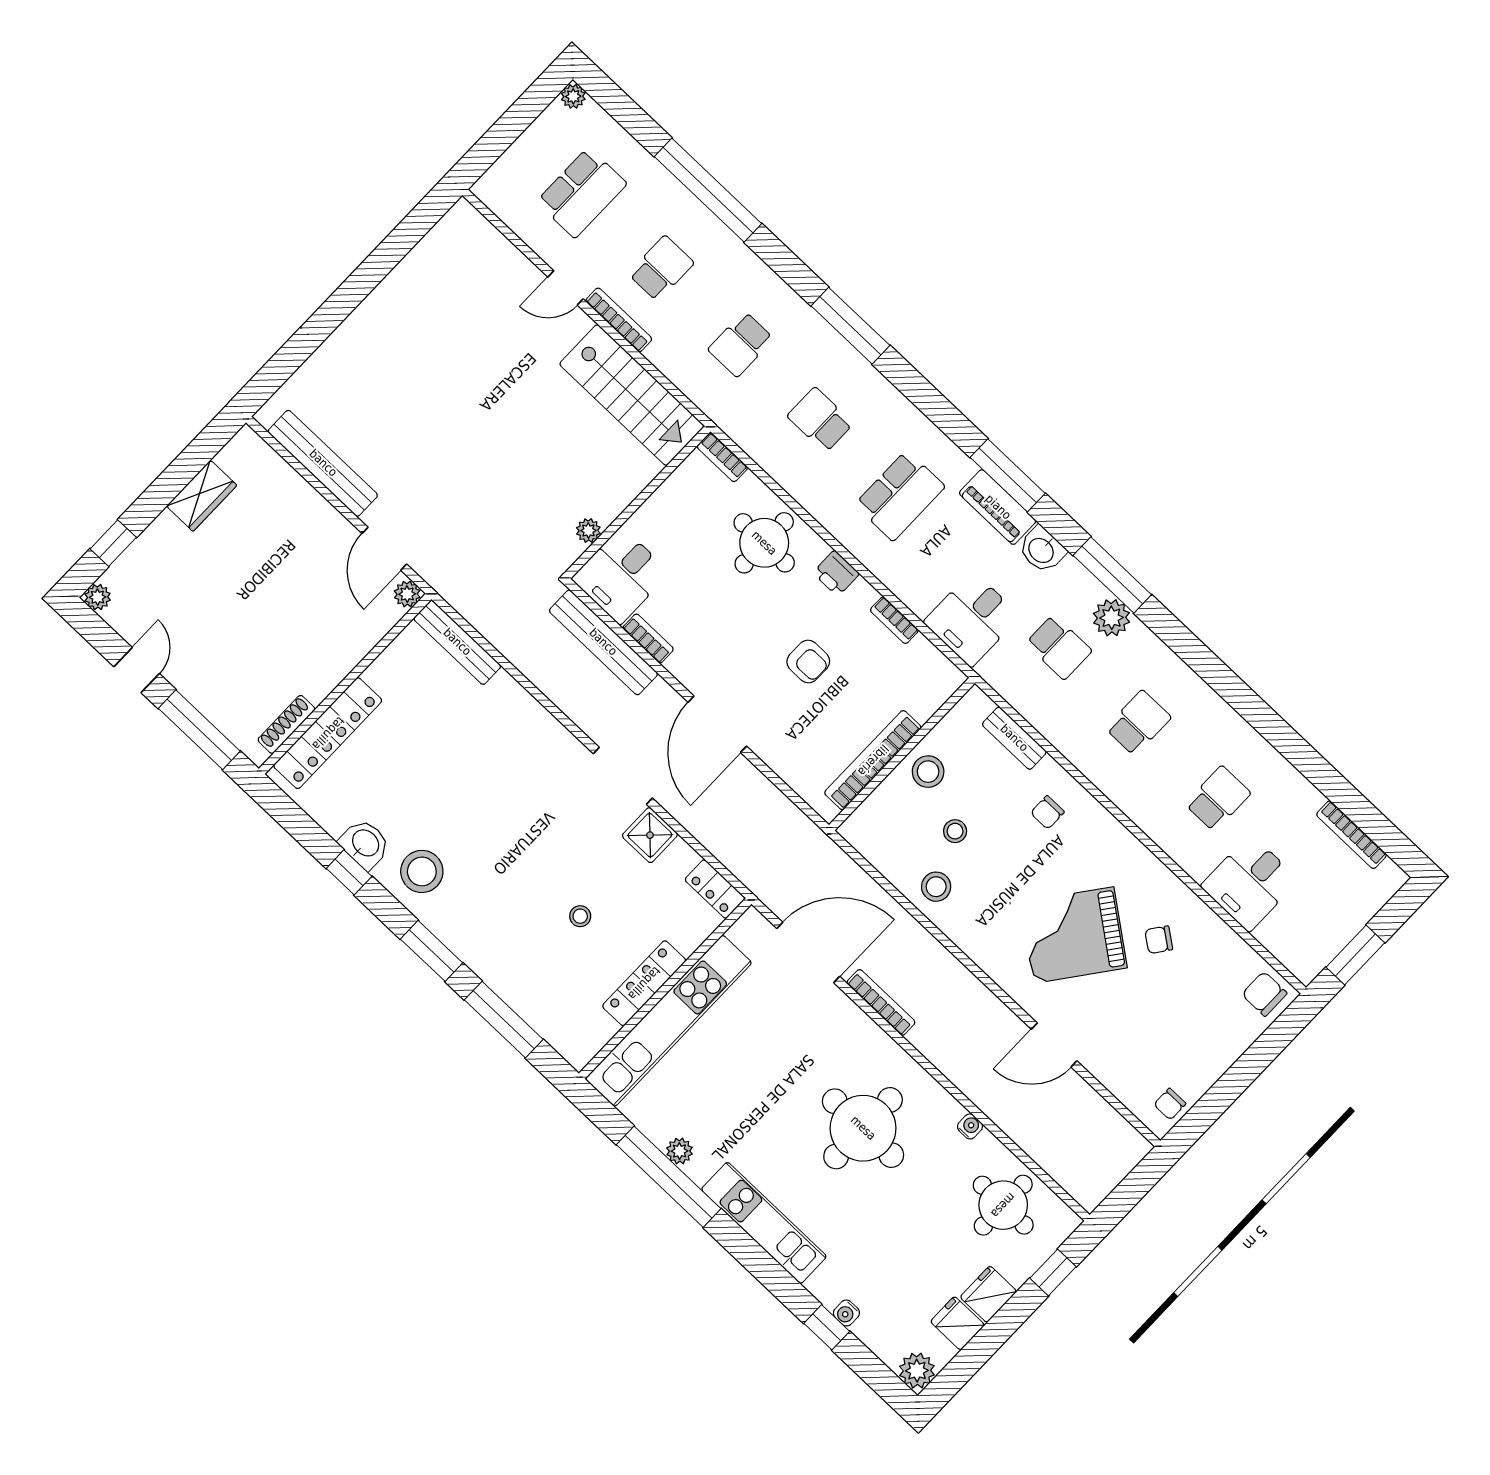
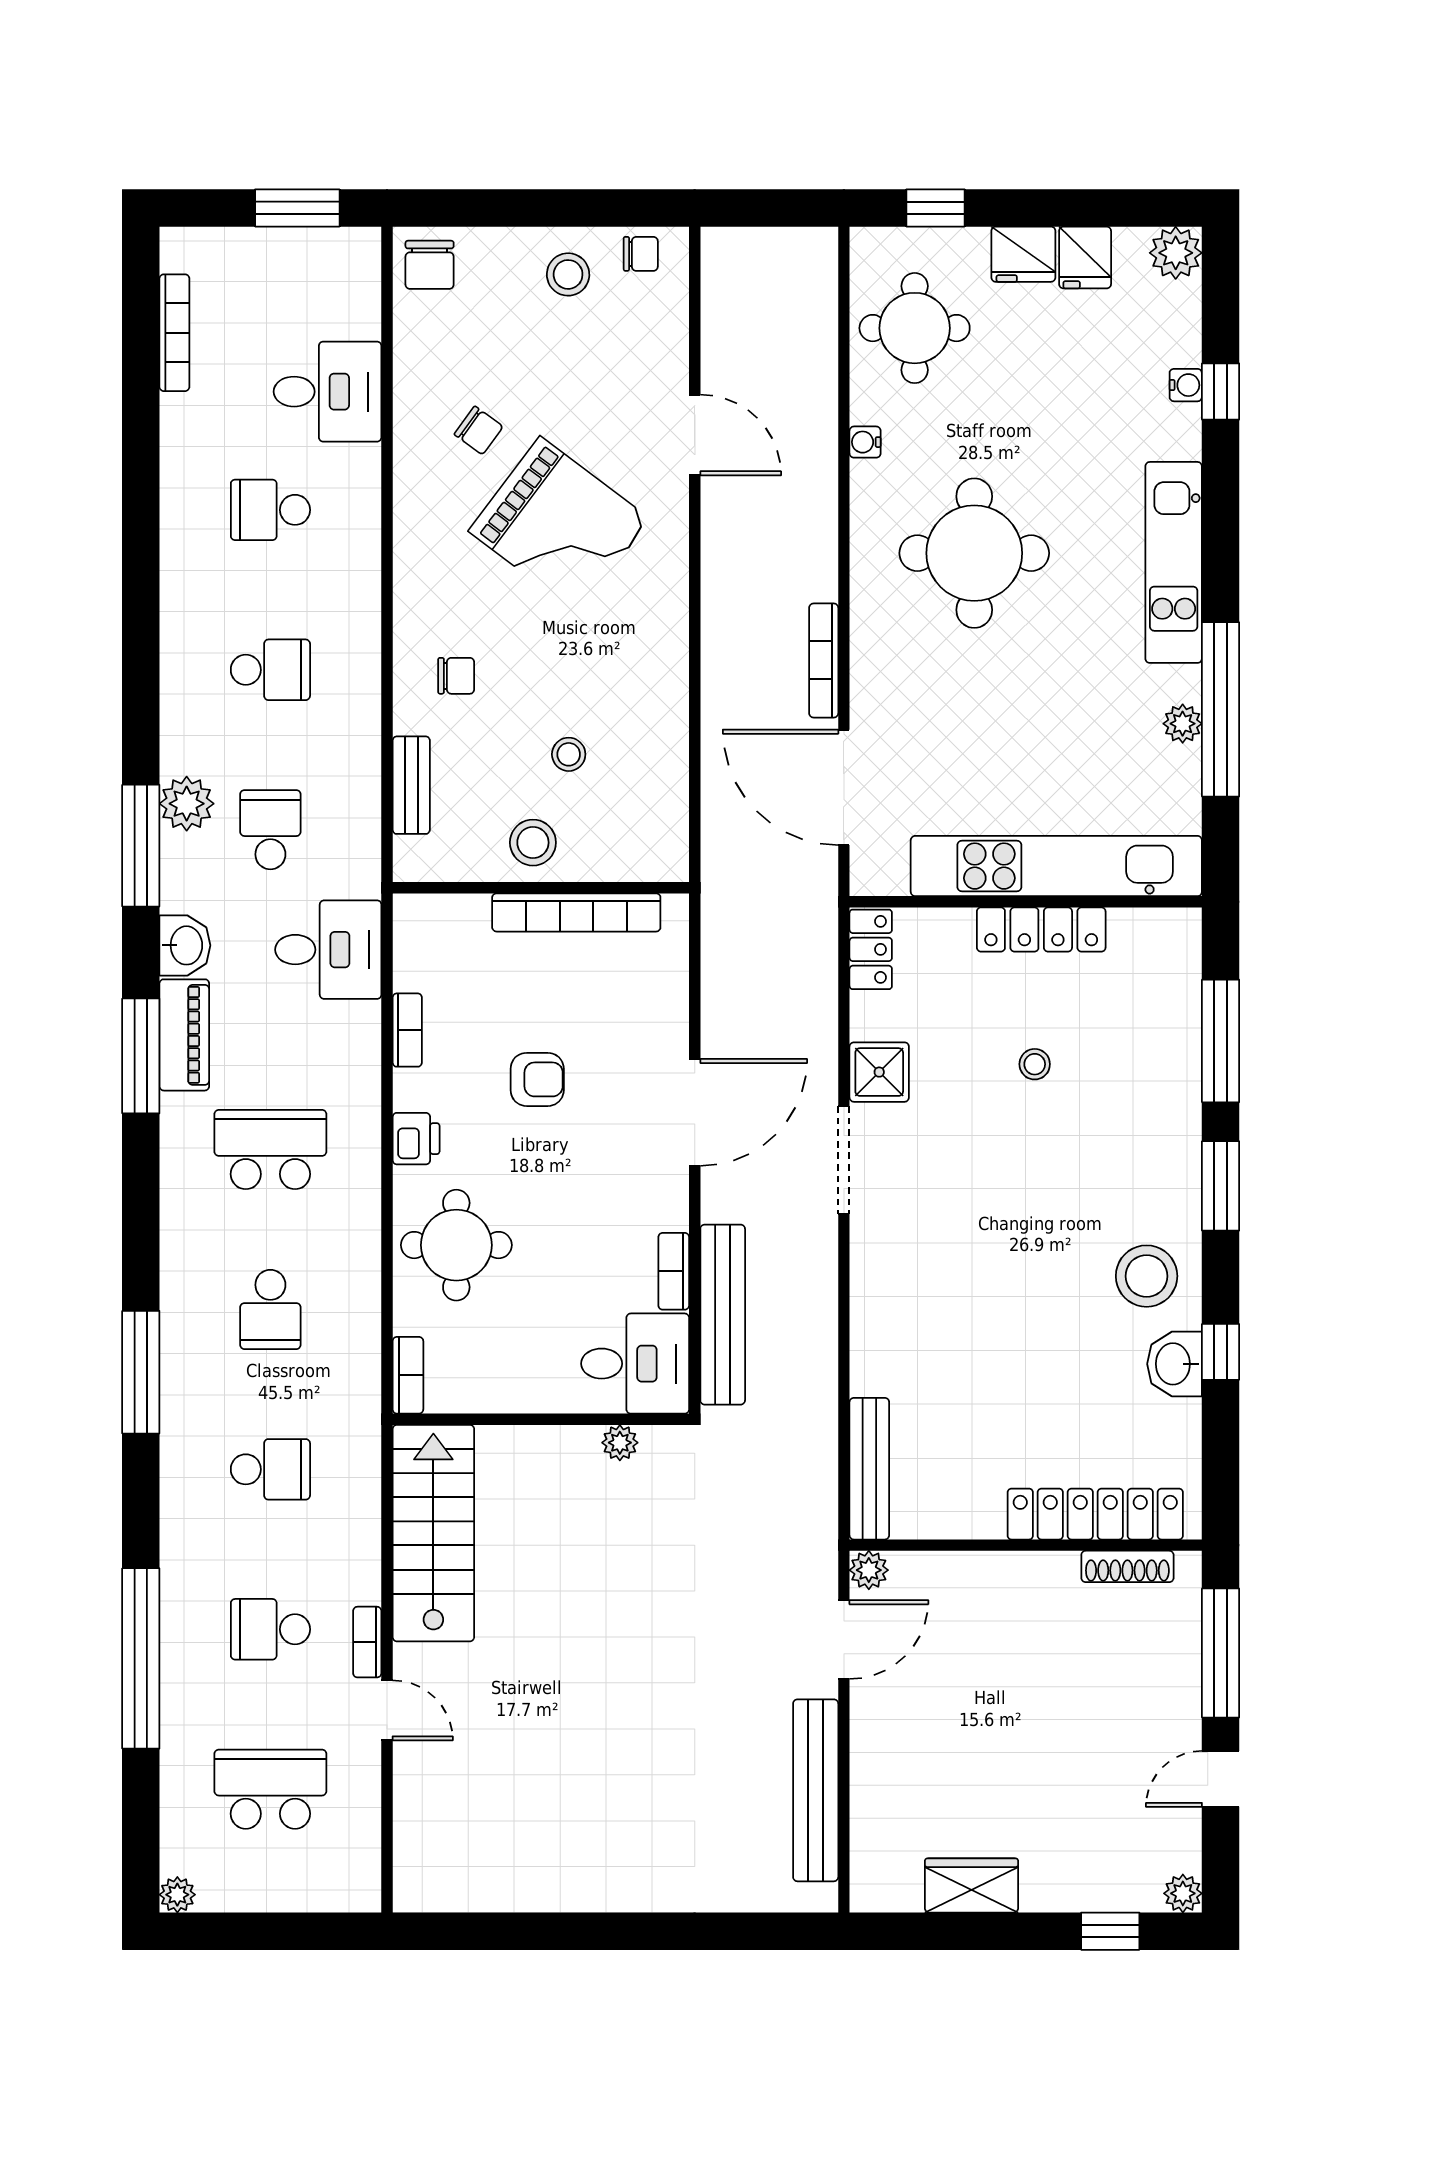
bookcase: (619, 320) -> (367, 1642), width x0.64
armchair: (808, 661) -> (537, 1079), turned 90
school desk: (1138, 723) -> (270, 670), turned 180
stool: (936, 887) -> (568, 274), moved

